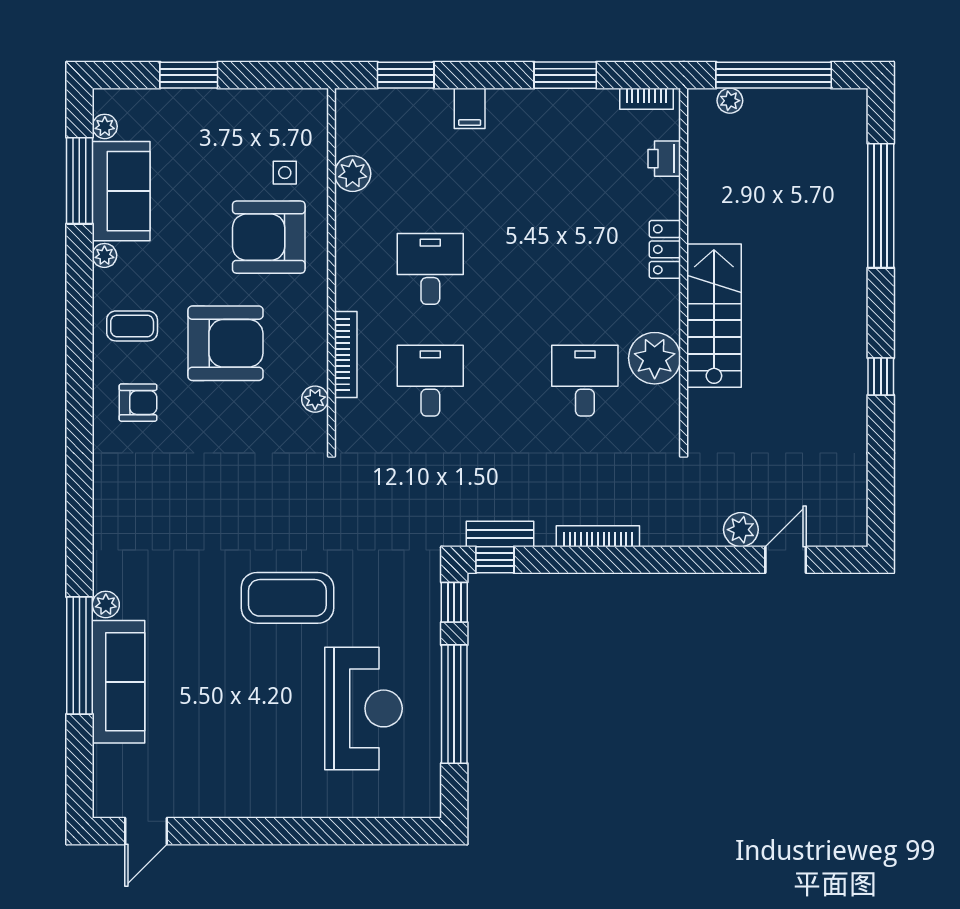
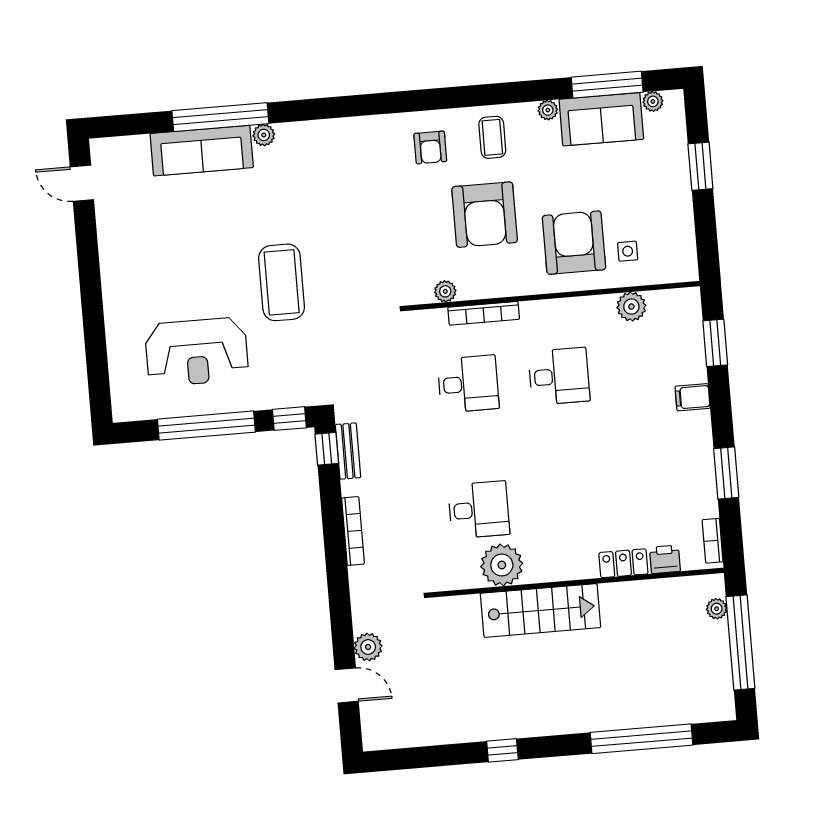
locker: (665, 249) -> (623, 563), moved

